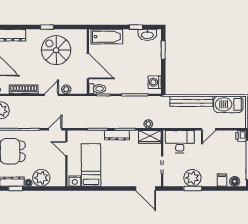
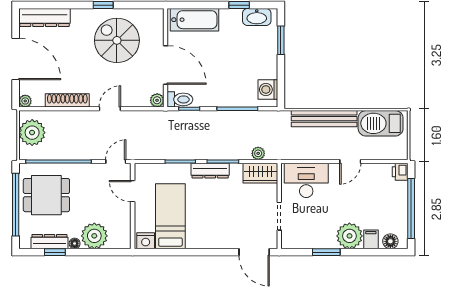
plant: (66, 89) -> (157, 100), moved
plant: (192, 178) -> (349, 236), moved

